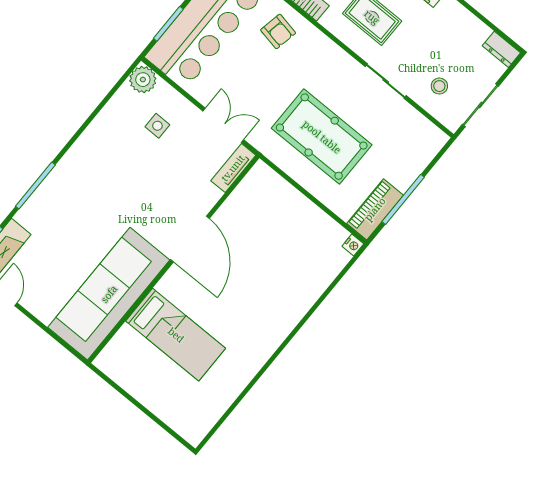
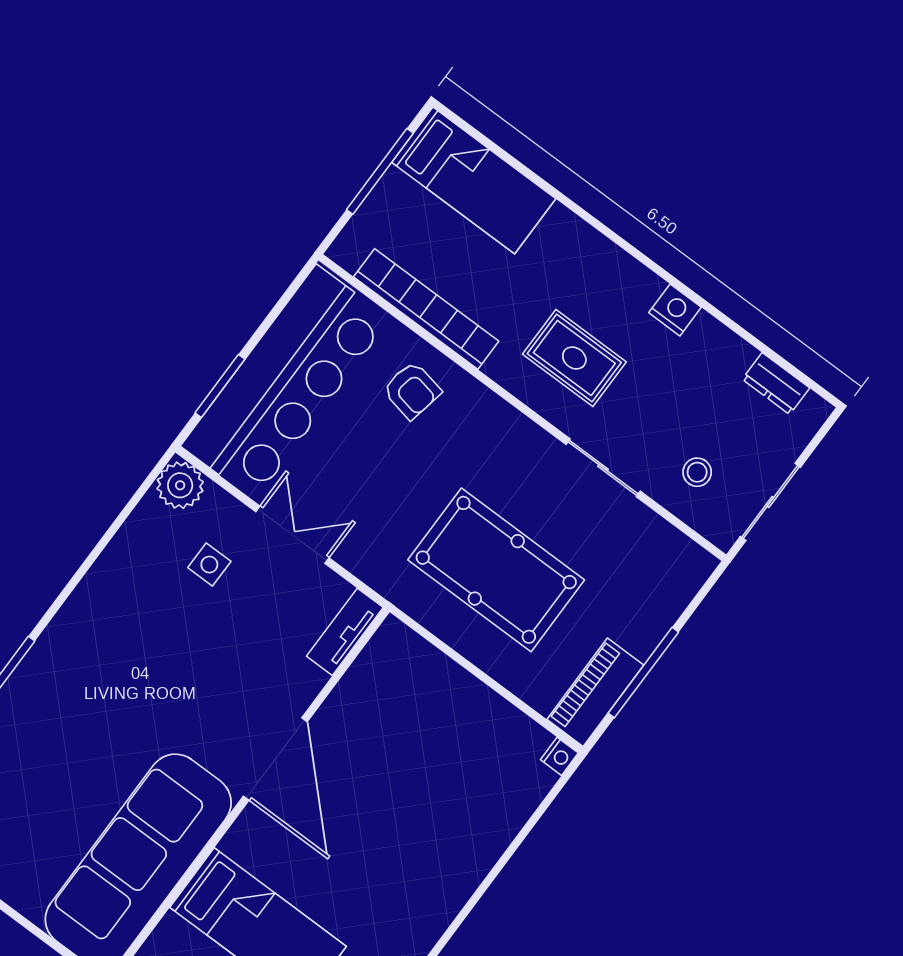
dresser: (501, 49) -> (776, 384), moved
double door: (223, 125) -> (292, 535), moved

